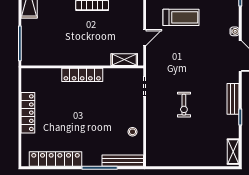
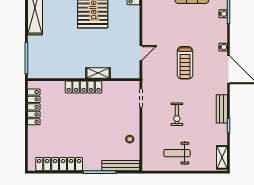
treadmill: (181, 17) -> (185, 63), moved, turned 90
shelving: (124, 60) -> (98, 73), moved
locker: (28, 113) -> (34, 107), moved
weight bench: (184, 147) -> (177, 153), added

